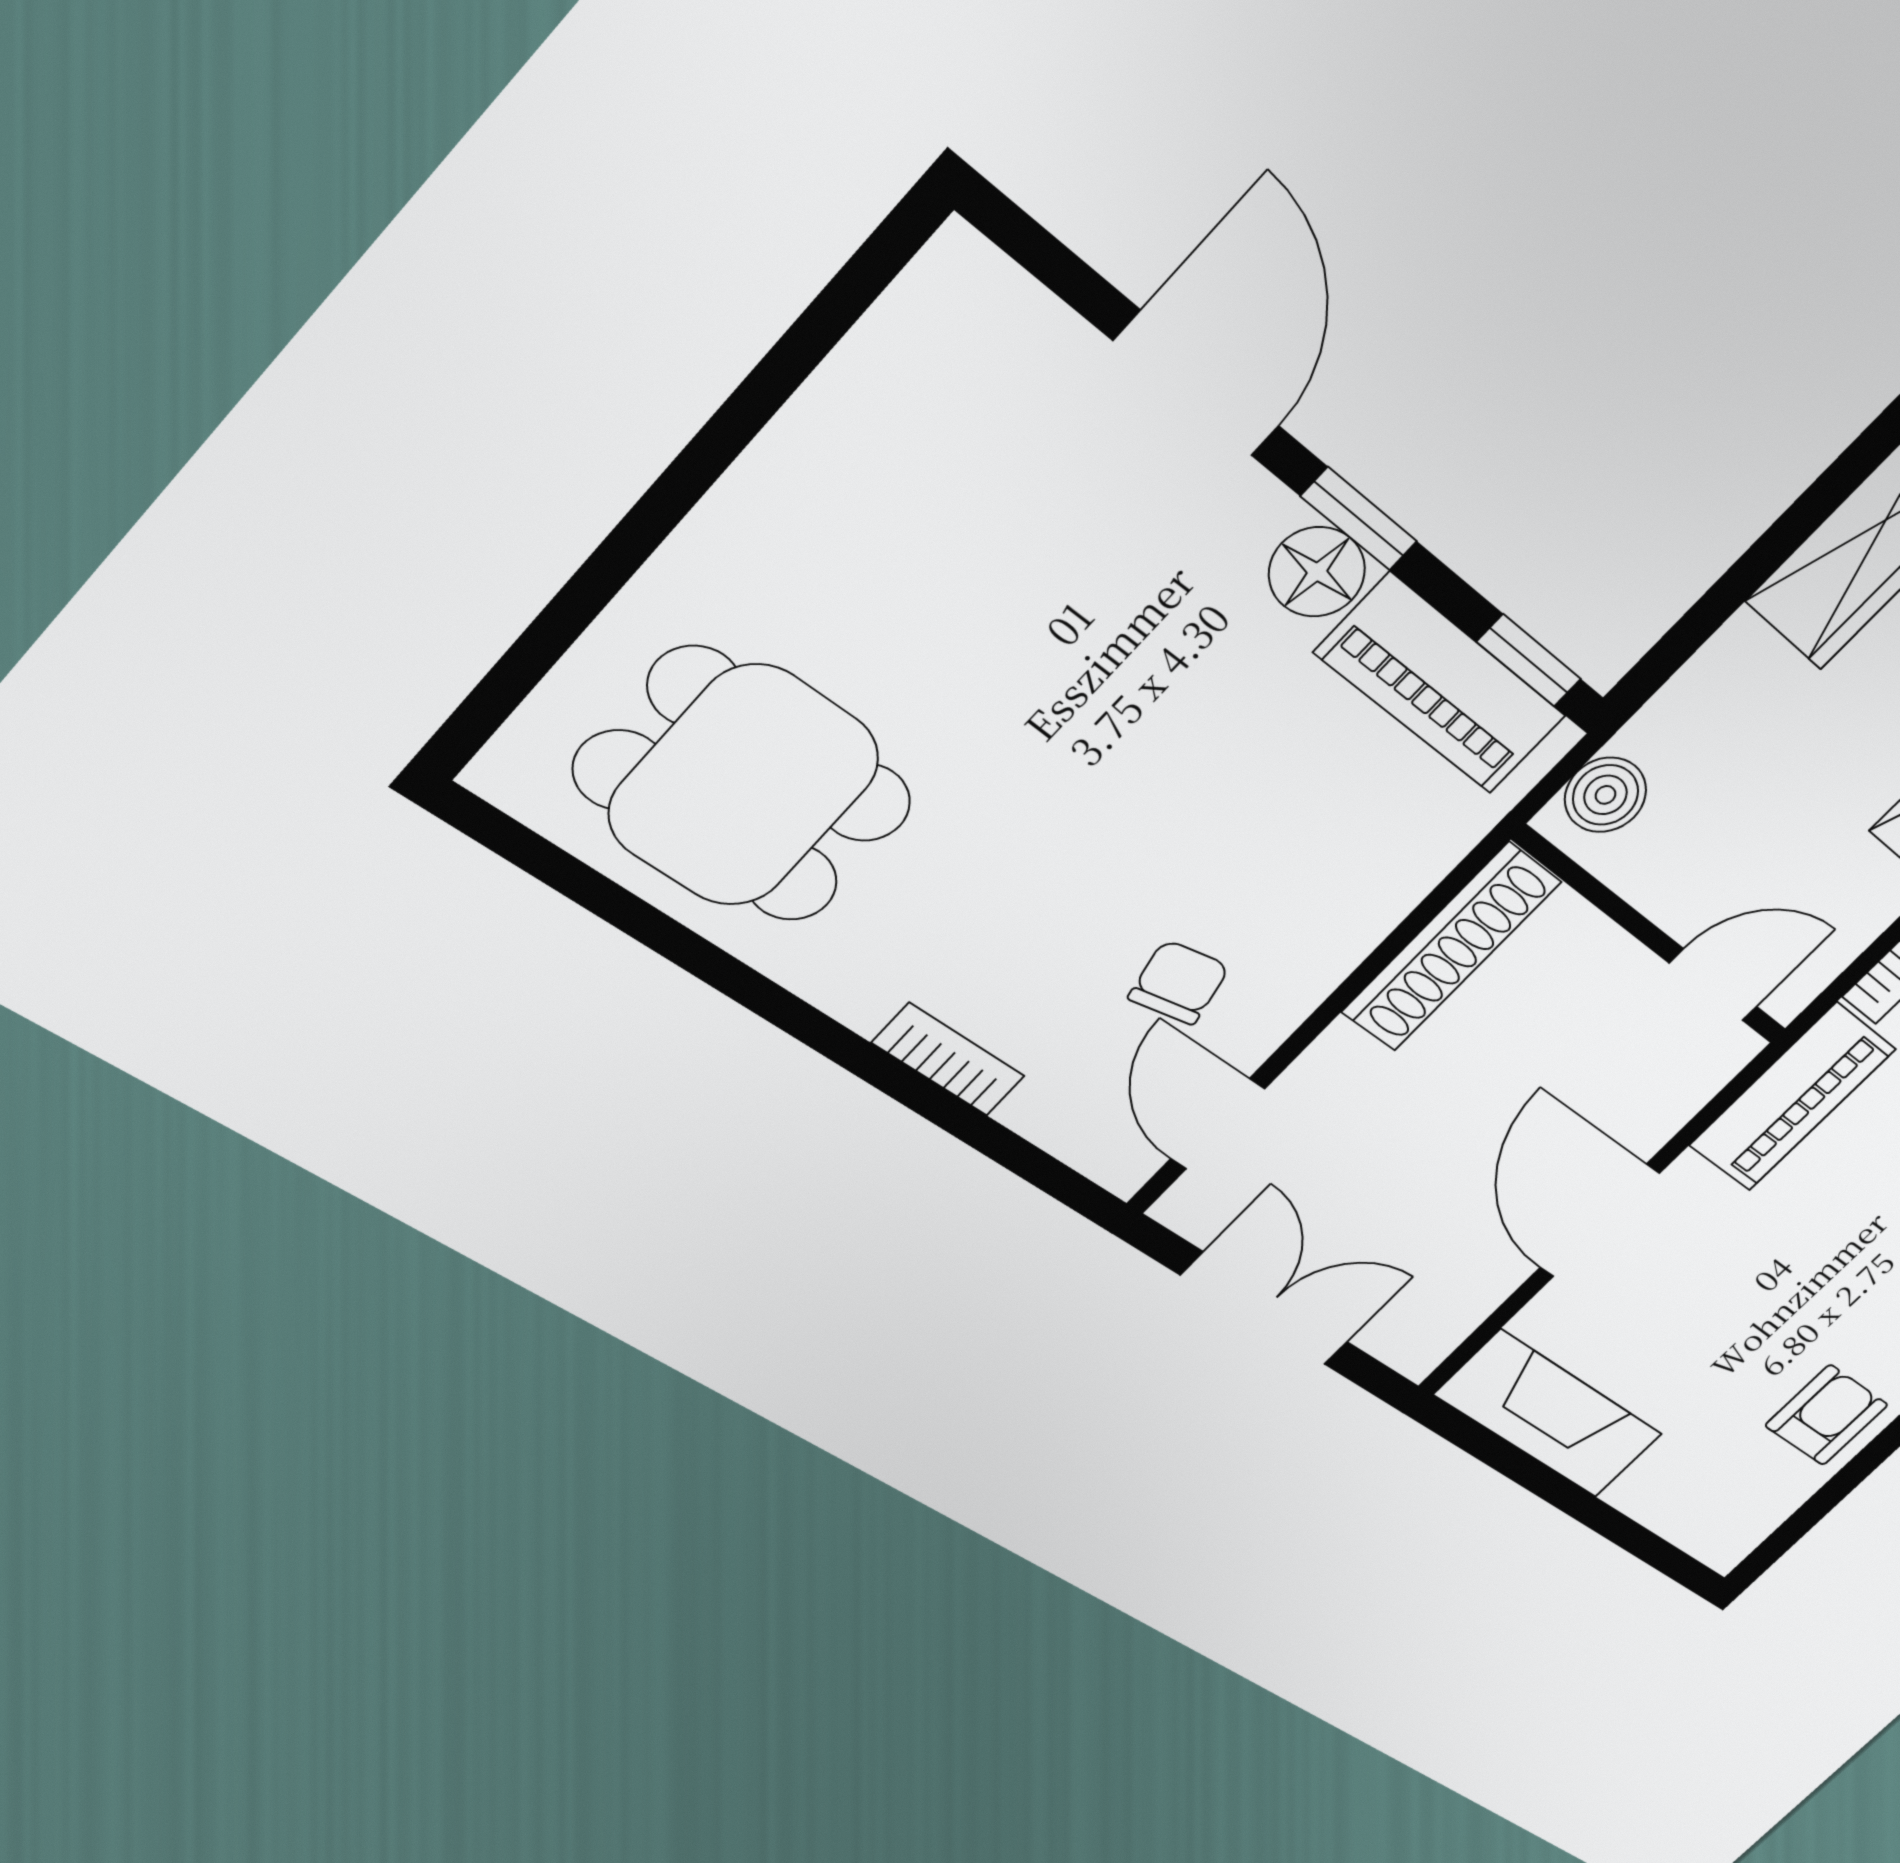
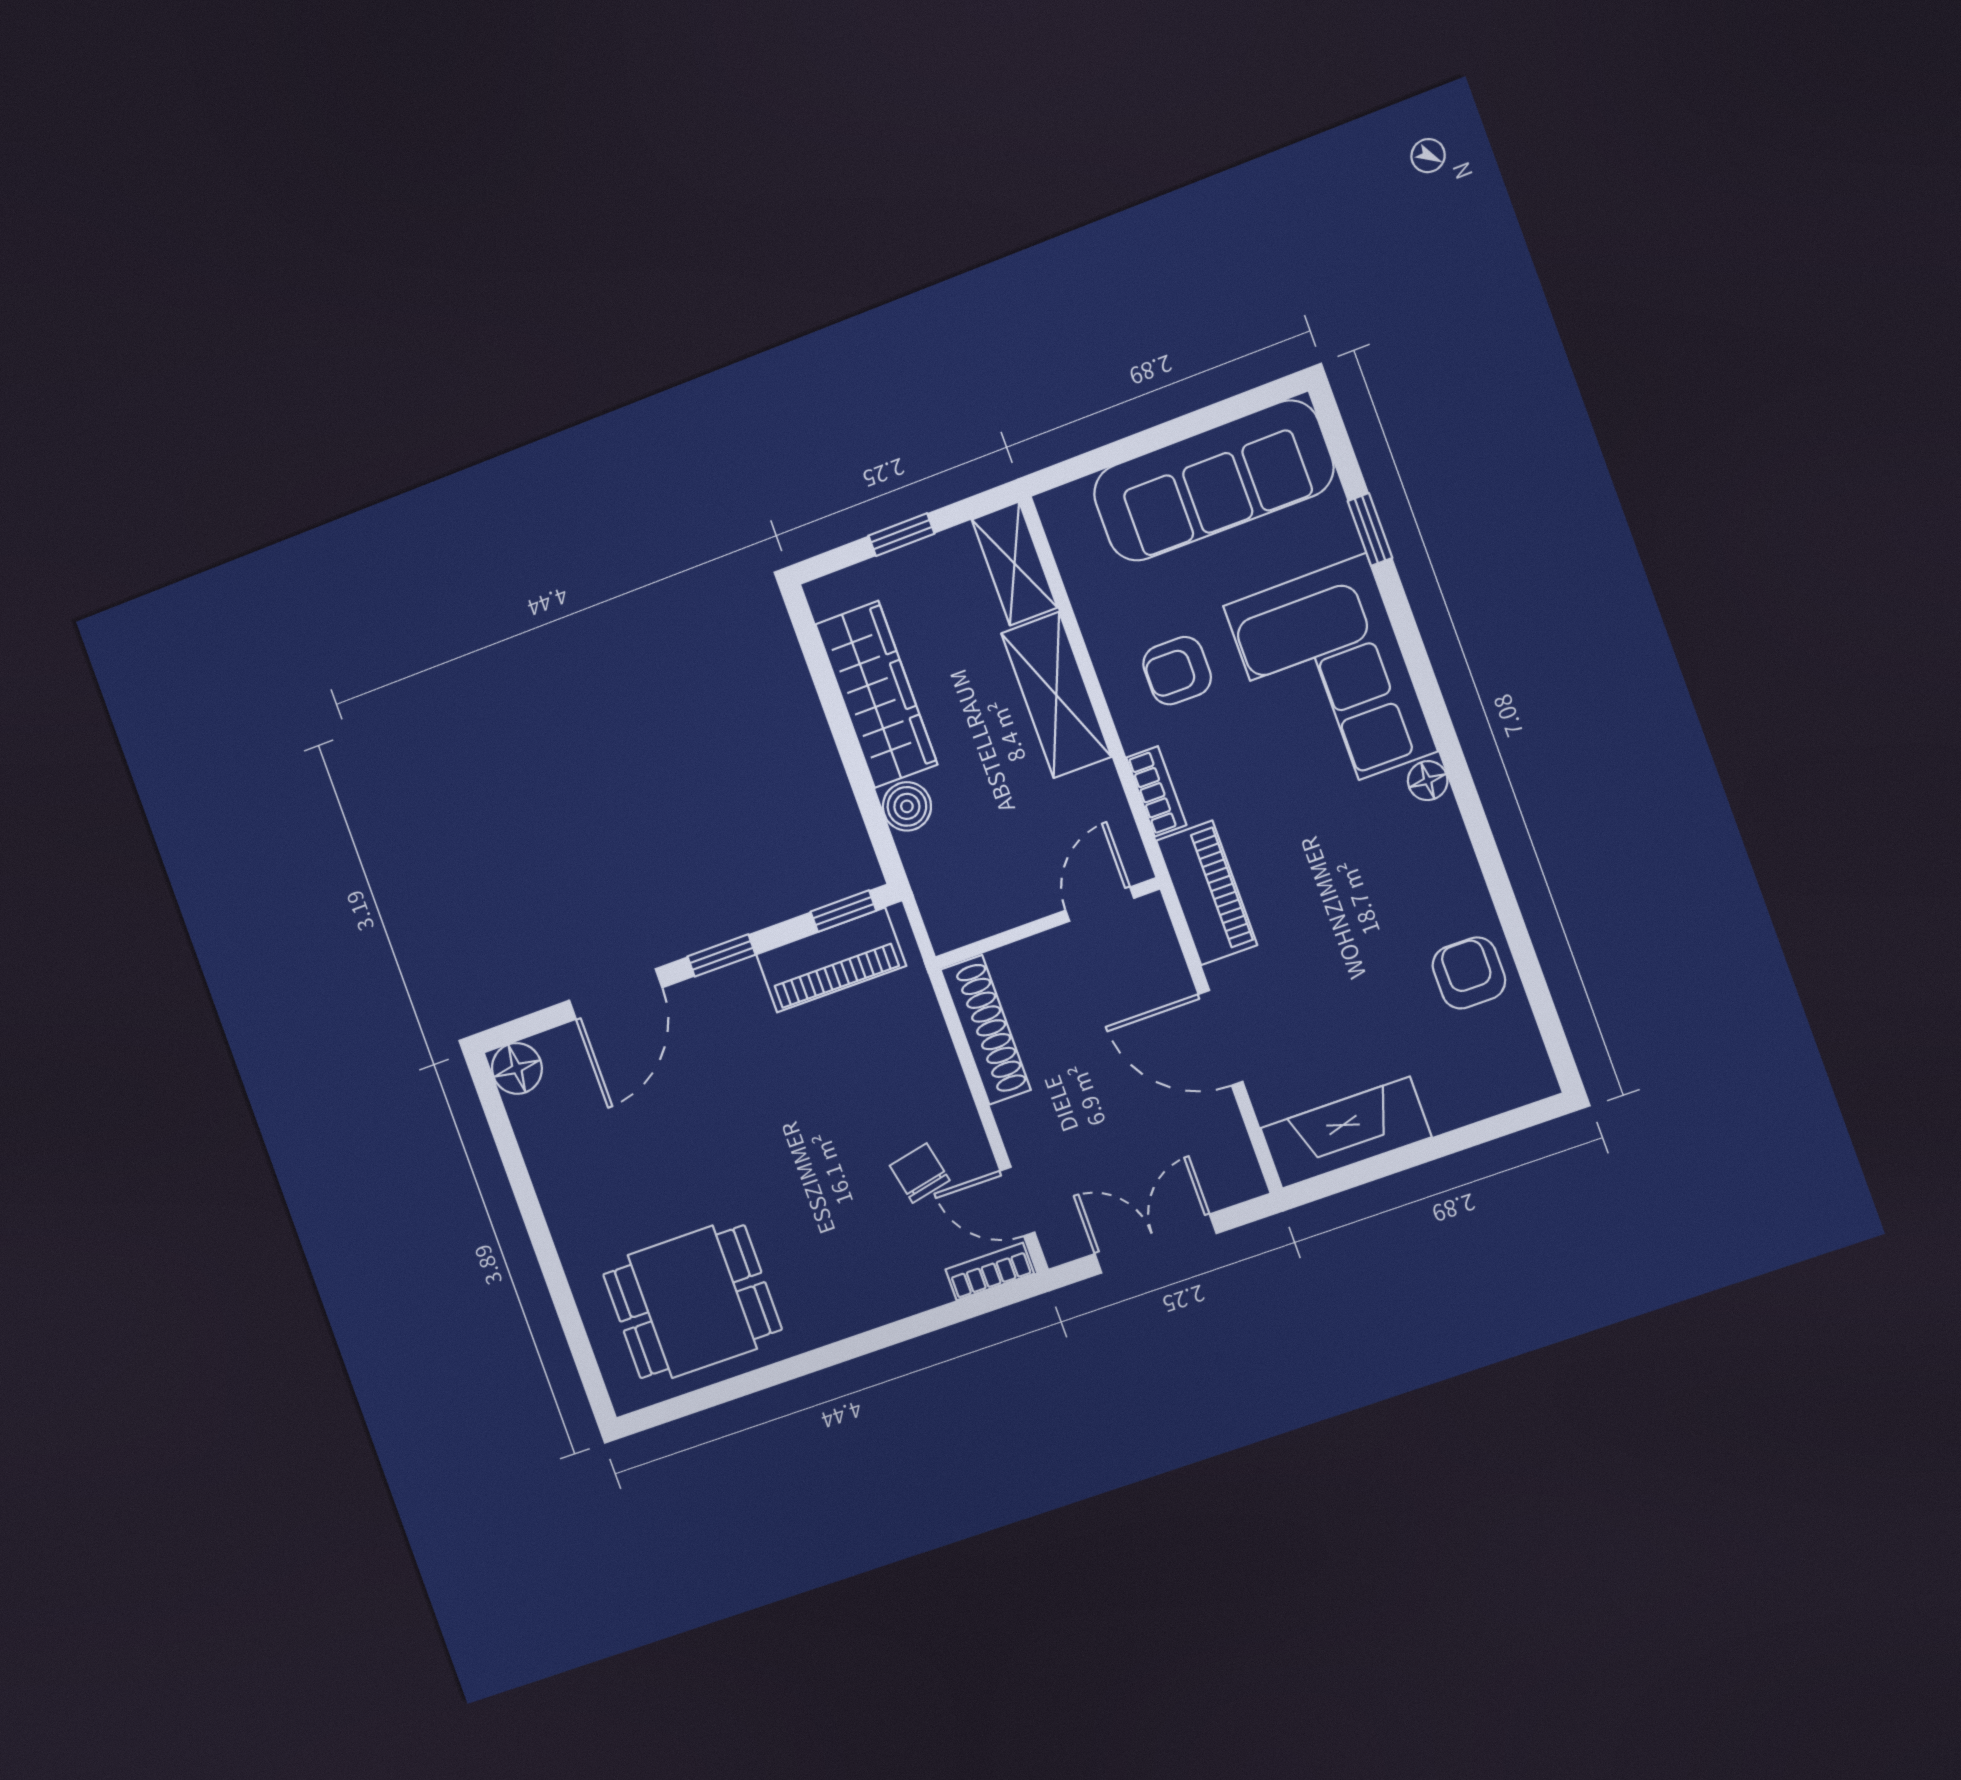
door: (1197, 384) -> (616, 994), swing flipped
floor lamp: (1317, 572) -> (517, 1068), moved
boiler: (1606, 795) -> (907, 806), moved
bookcase: (948, 1060) -> (990, 1271), moved

